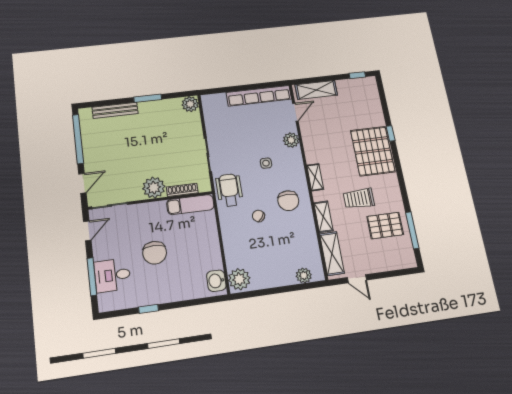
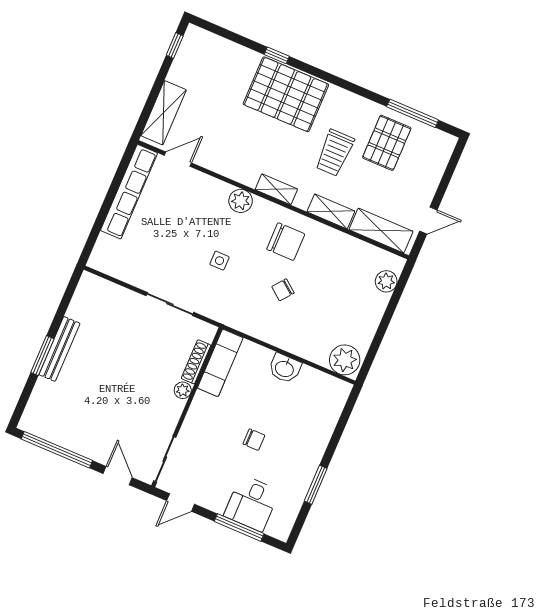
window: (148, 98) -> (42, 356), moved
plant: (190, 104) -> (90, 286), removed
bench: (115, 110) -> (59, 349), moved
door: (295, 112) -> (178, 159), hinge flipped
plant: (291, 140) -> (241, 201), moved
side table: (266, 163) -> (219, 261), moved
plant: (154, 188) -> (183, 390), width x0.53, depth x0.53
wheelchair: (229, 190) -> (230, 305), removed
door: (87, 231) -> (181, 502), swing flipped
chair: (155, 253) -> (254, 440), width x0.54, depth x0.54
washbasin: (216, 281) -> (285, 368), moved
window: (148, 309) -> (316, 485), width x1.50

